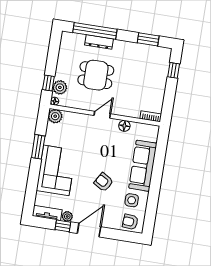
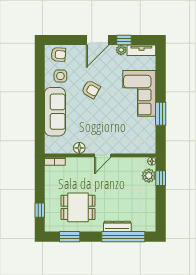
dining table: (96, 75) -> (78, 207), moved
plant: (55, 116) -> (149, 147), removed

